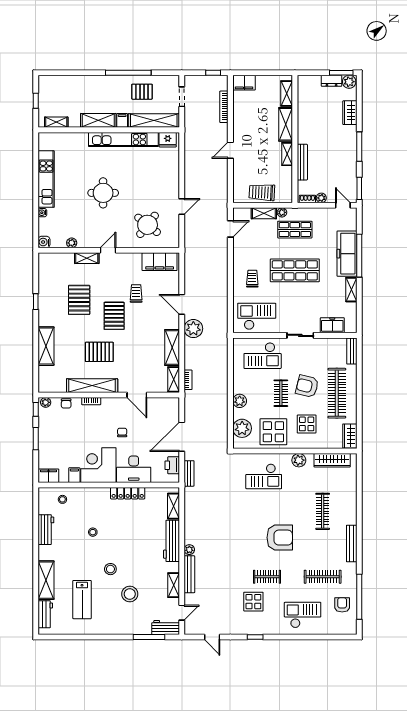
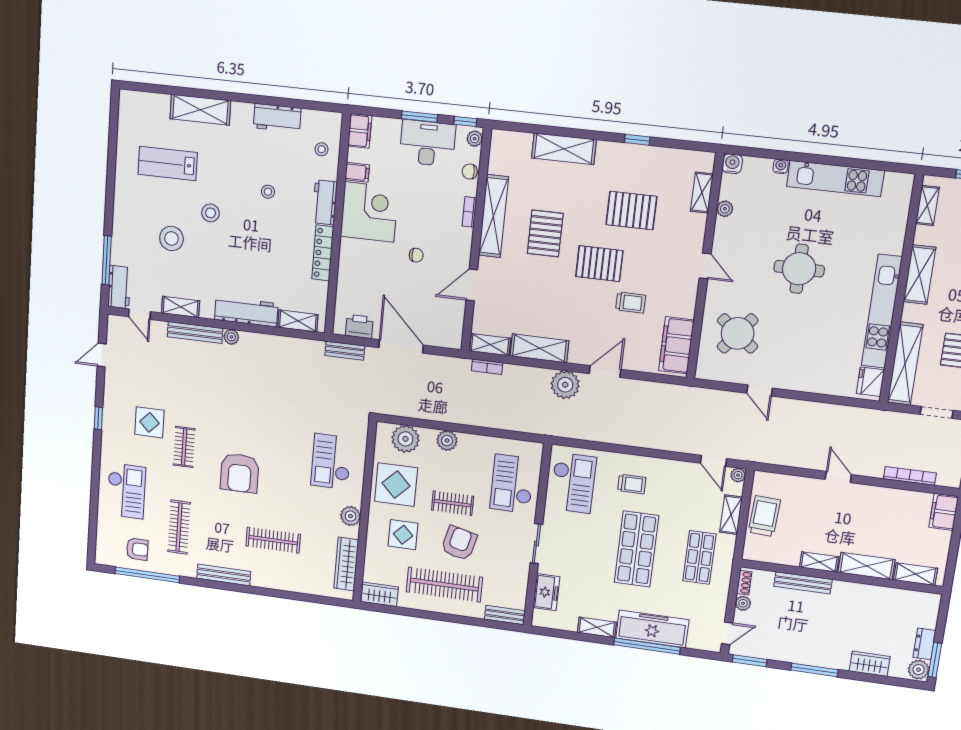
filing cabinet: (122, 120) -> (913, 313), removed
plant: (282, 212) -> (738, 475), moved
shelving: (87, 258) -> (702, 193), moved
desk: (134, 469) -> (428, 143), moved, turned 90
workbench: (45, 614) -> (325, 202), moved, turned 90

